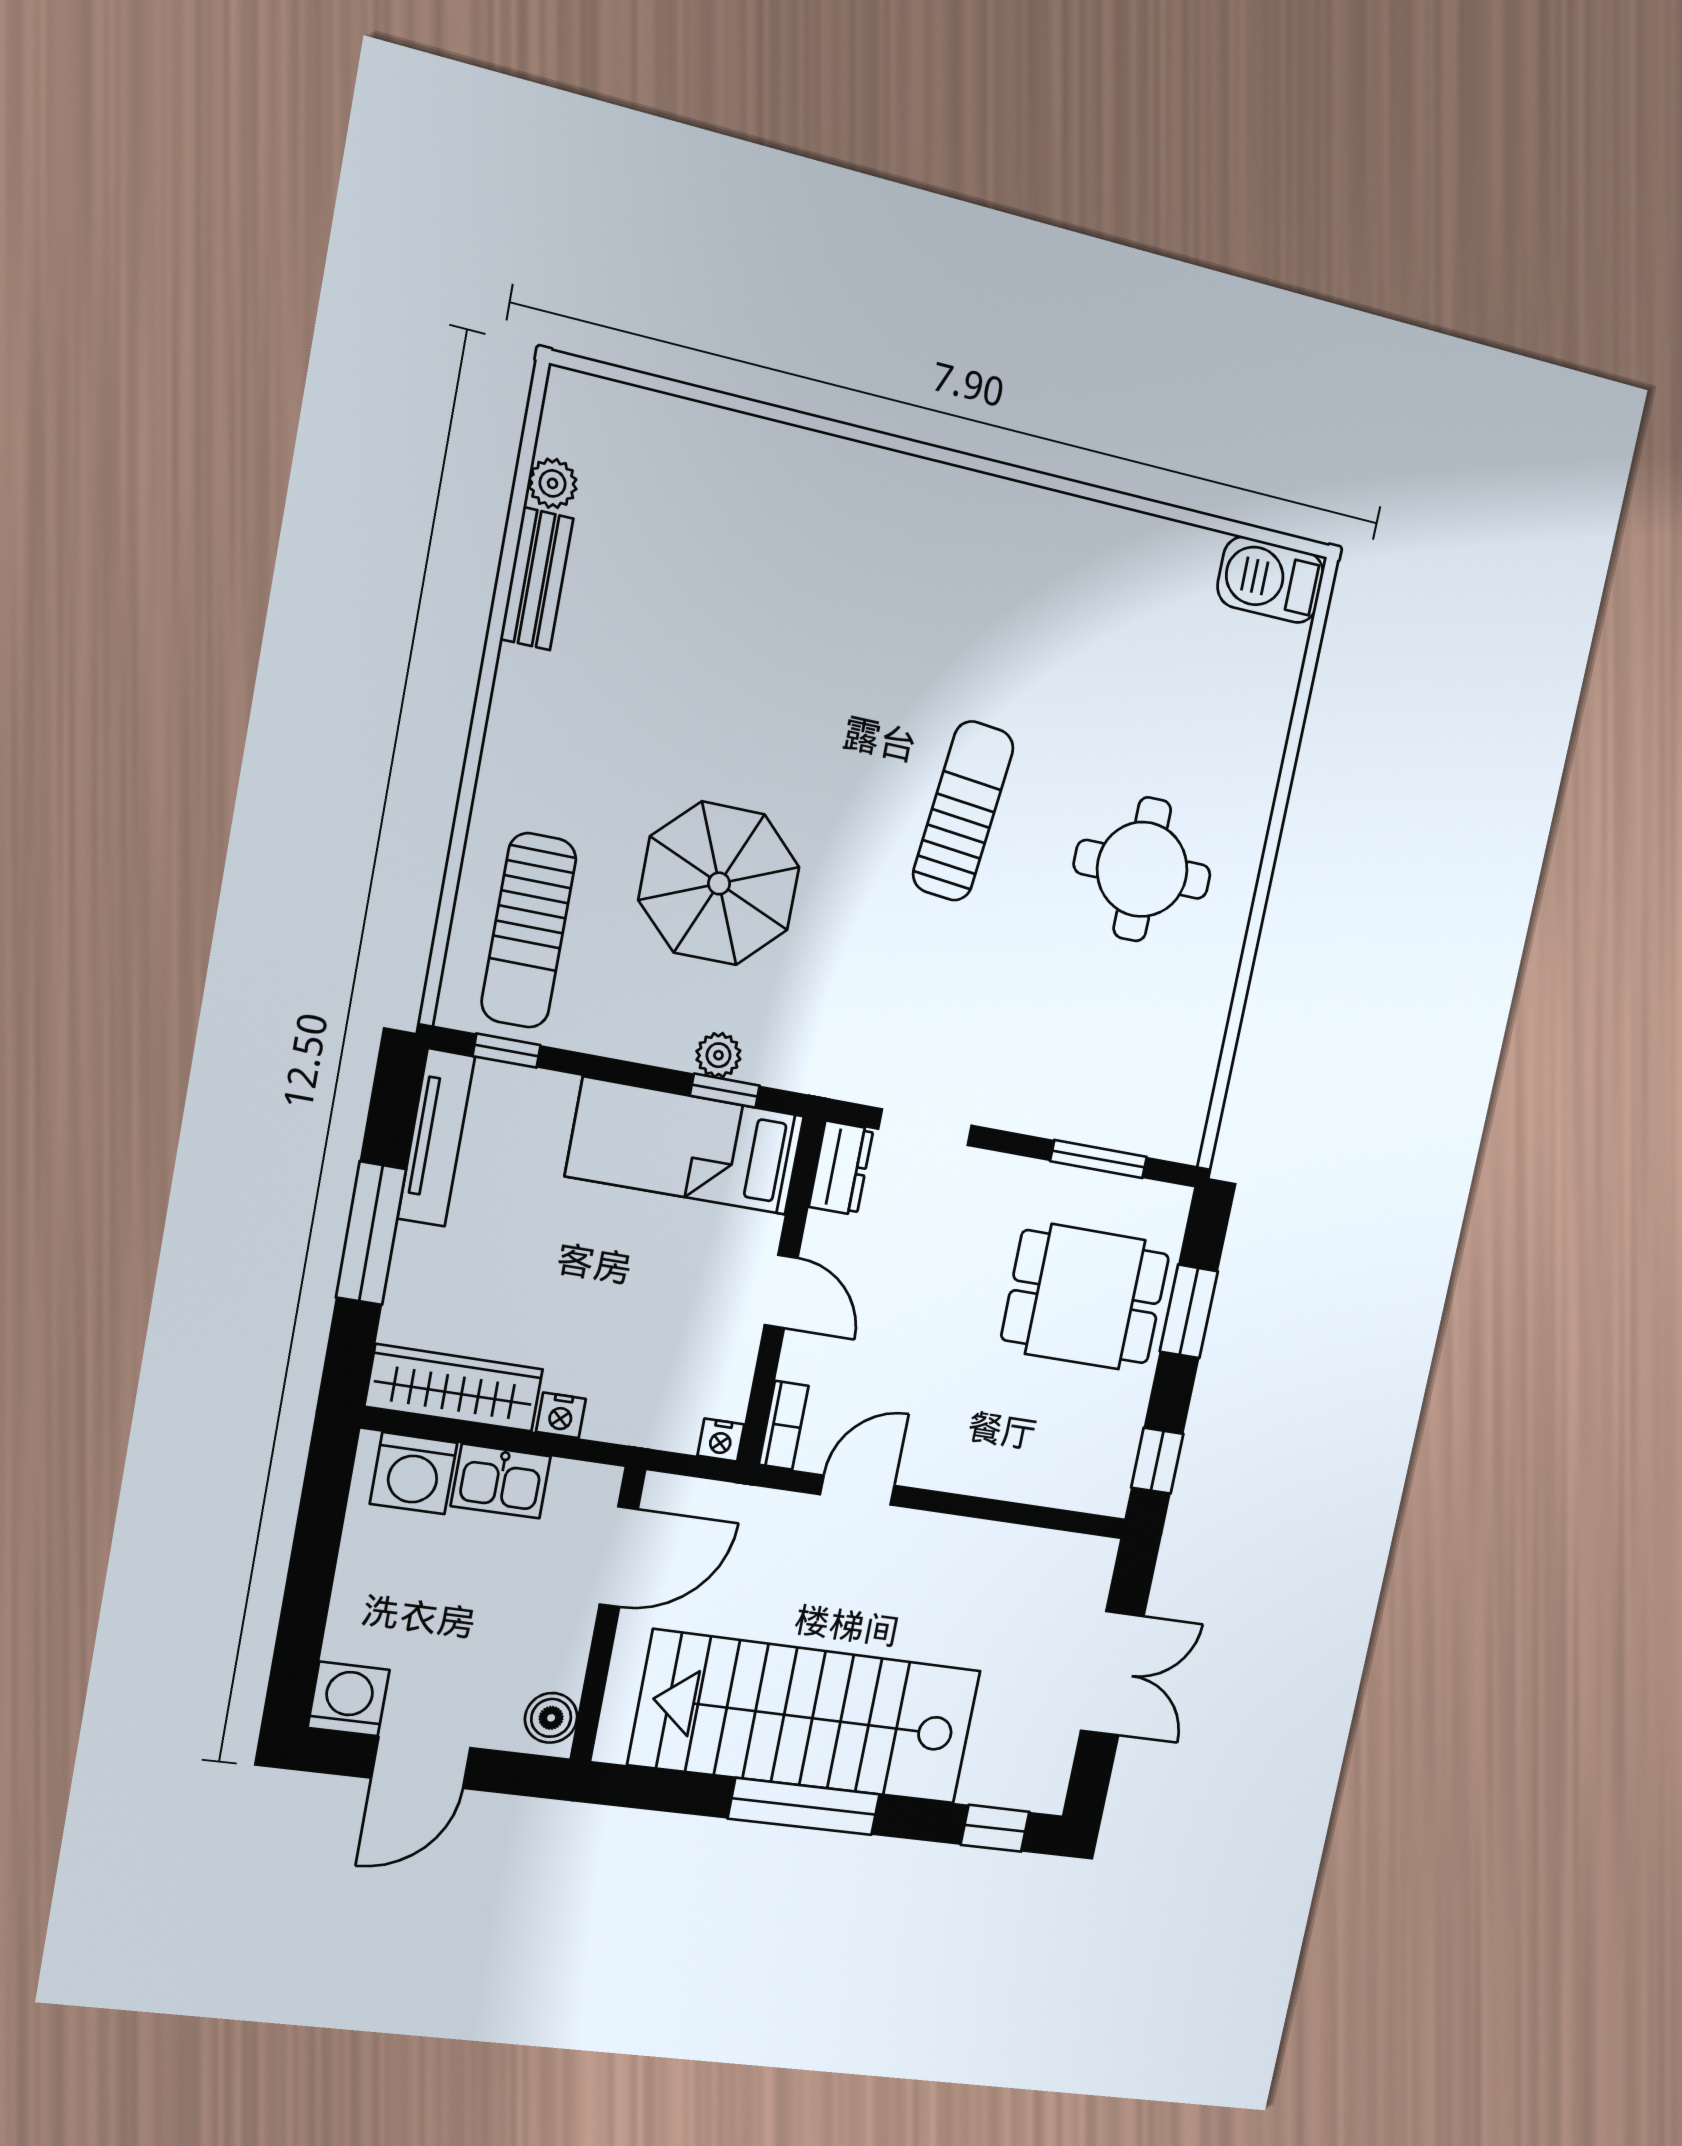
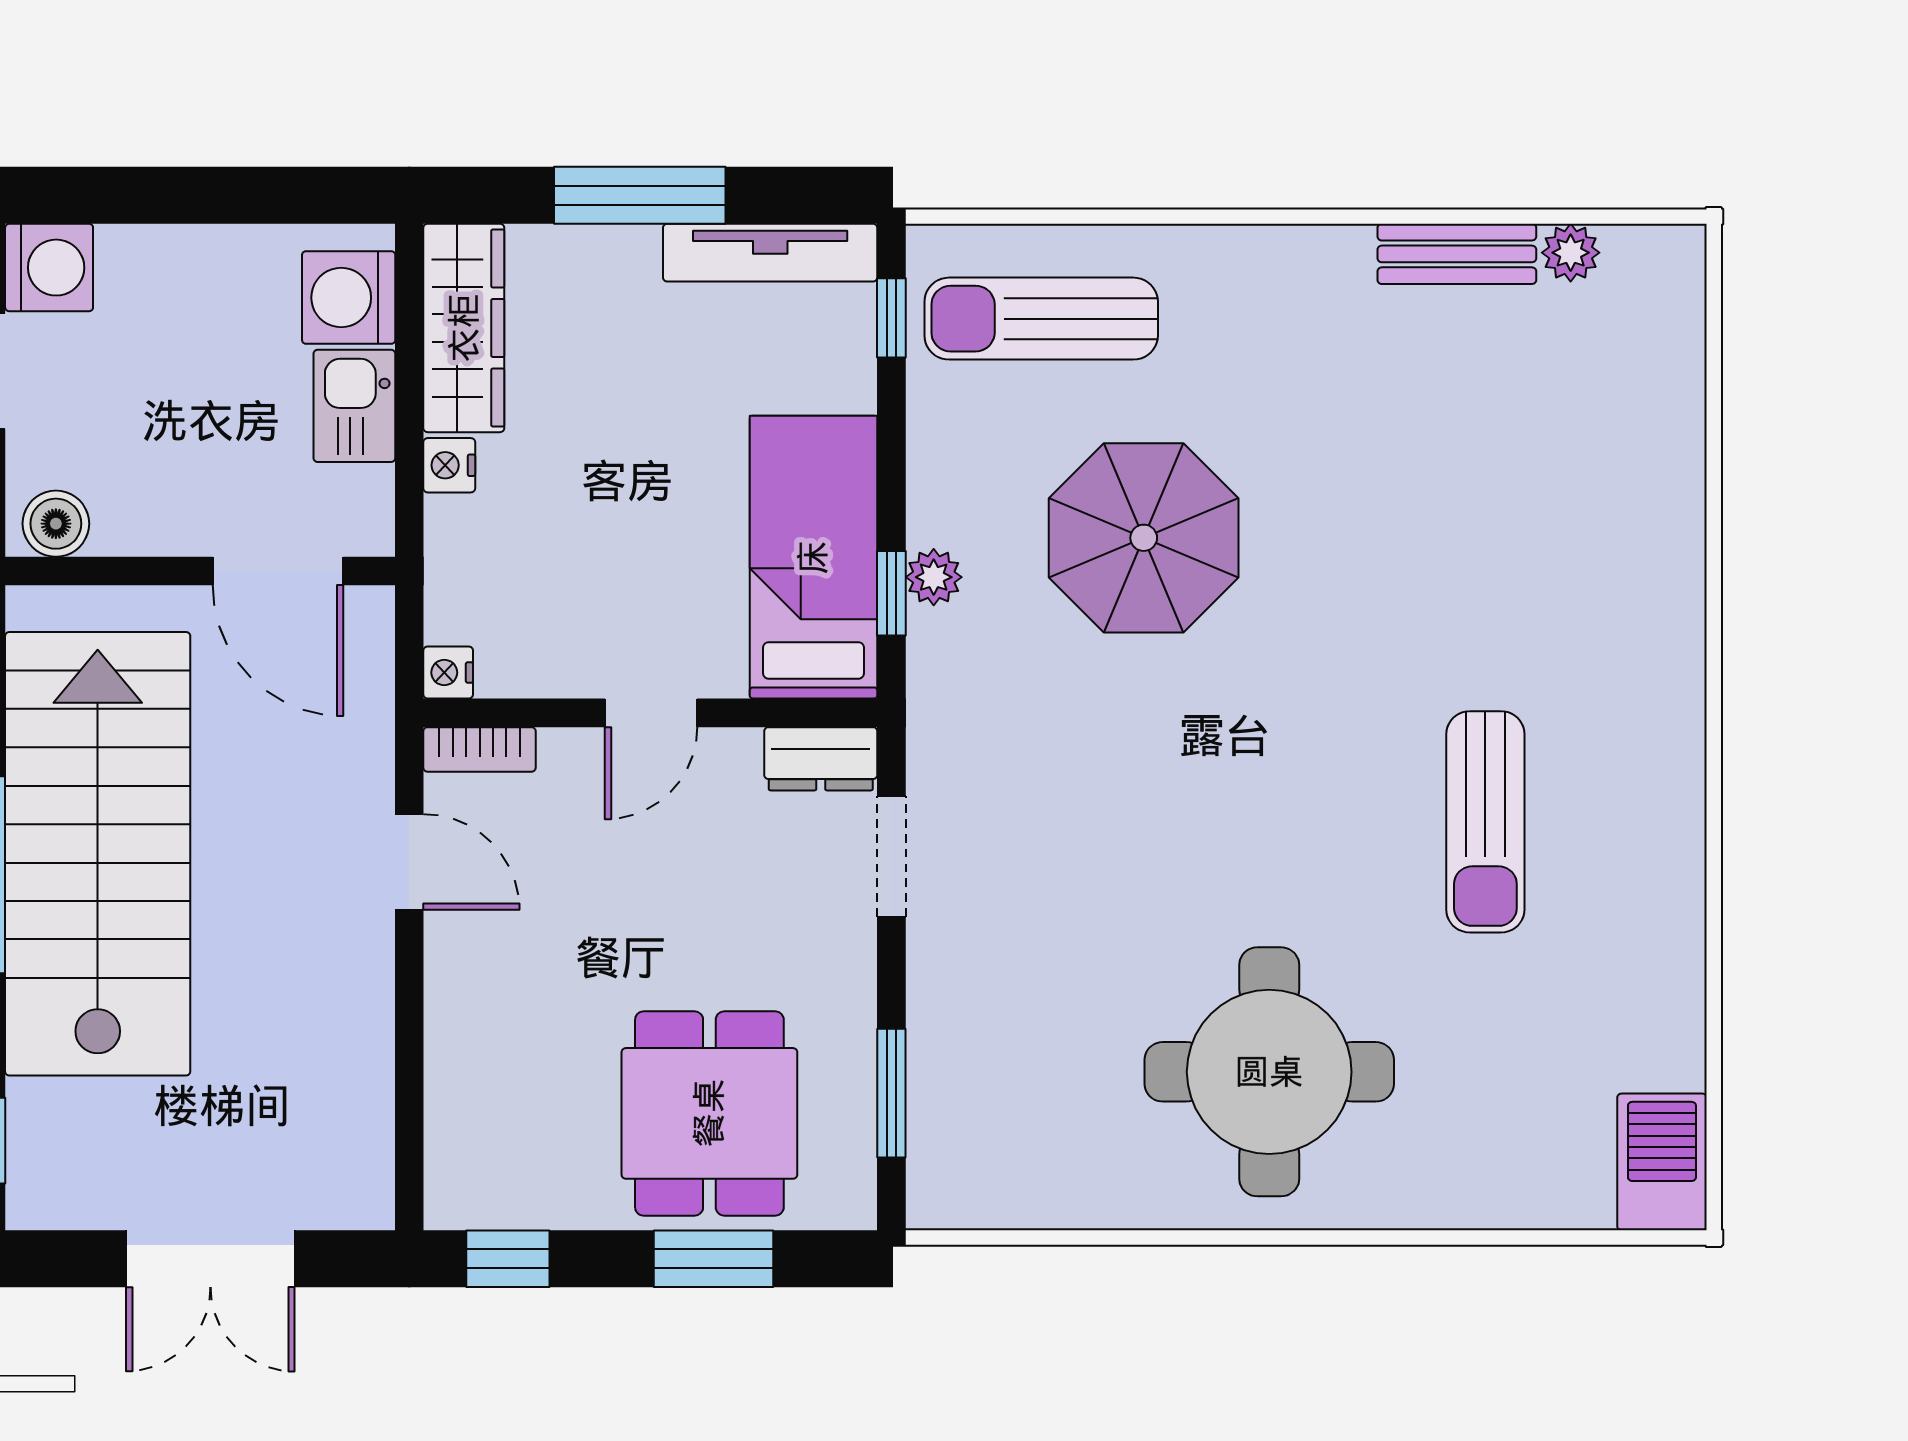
sun lounger: (963, 811) -> (1485, 822), moved, turned 84
round table: (1142, 869) -> (1269, 1072), width x1.36, depth x1.36

